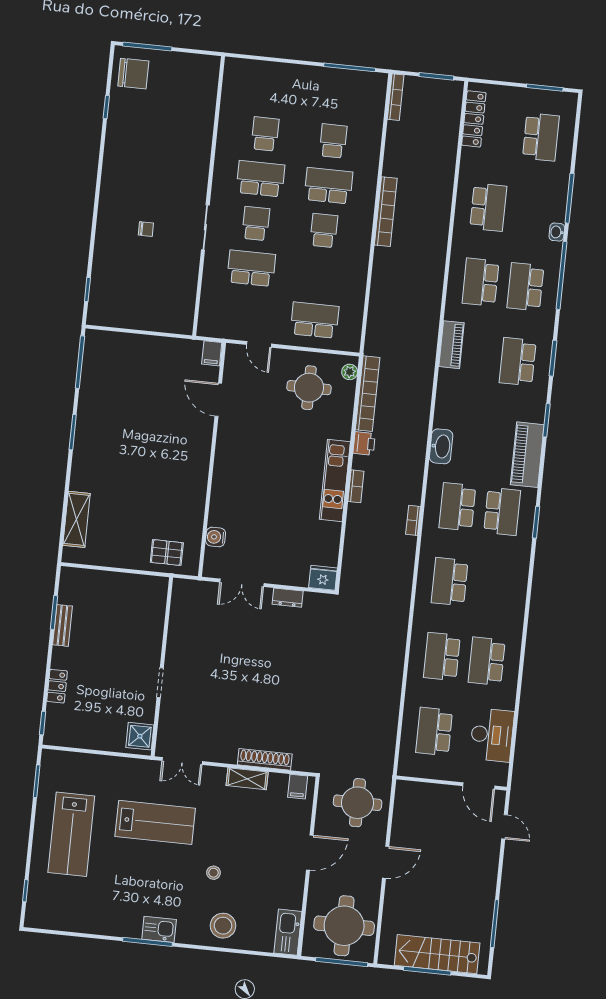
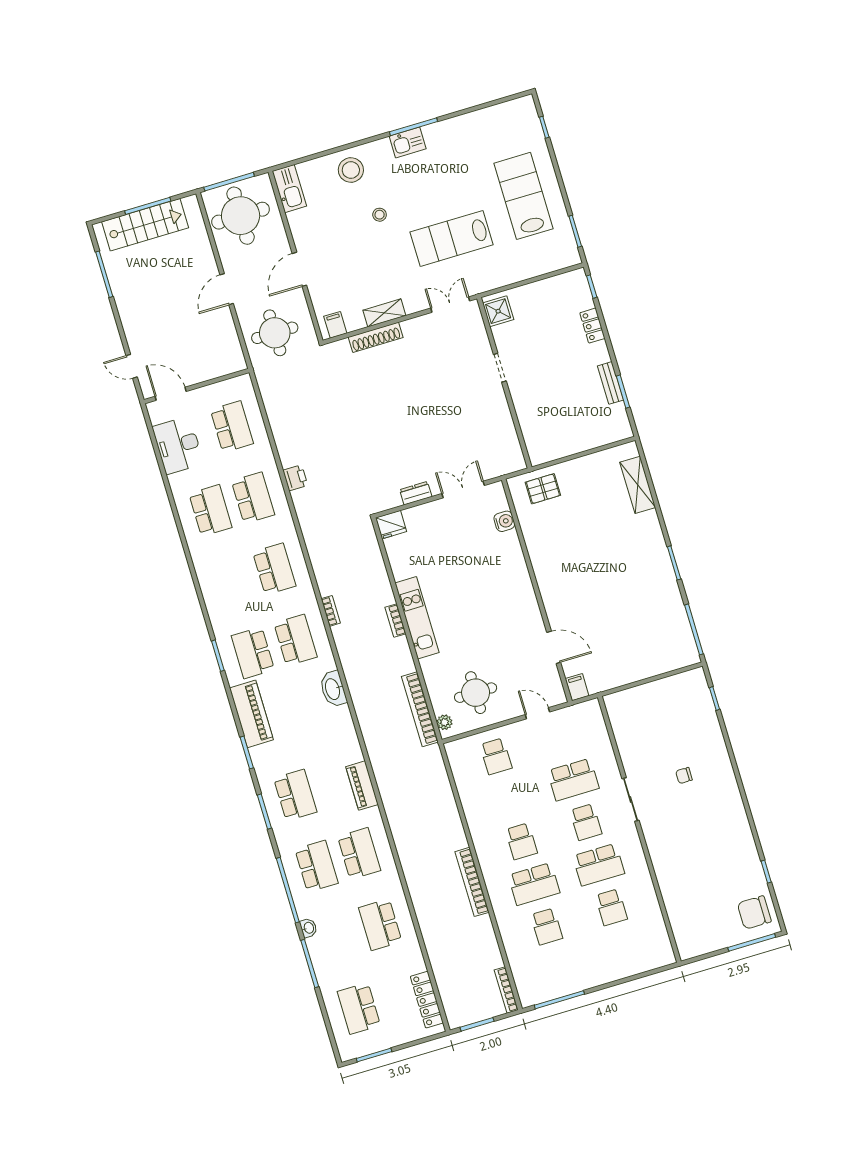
school desk: (315, 320) -> (496, 756), width x0.54
printer: (364, 443) -> (295, 478), moved, turned 180

